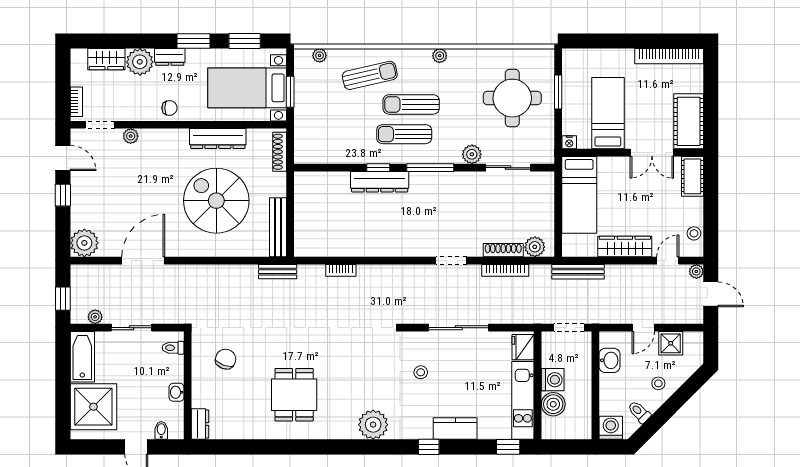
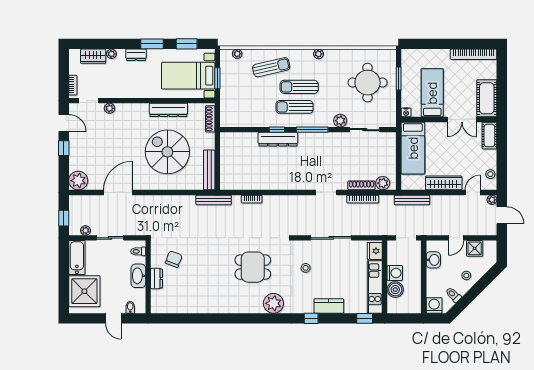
plant: (140, 62) -> (111, 54), width x0.53, depth x0.53
chair: (169, 108) -> (136, 89), removed
bench: (278, 272) -> (214, 200), width x1.36
washbasin: (177, 392) -> (138, 276), width x1.91, depth x1.45
dining table: (294, 395) -> (253, 267), moved, turned 90
dresser: (200, 424) -> (156, 278), moved

